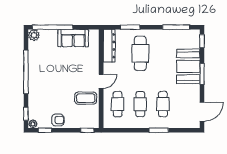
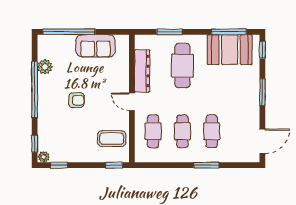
plant: (34, 35) -> (45, 67), moved
dresser: (109, 46) -> (142, 71), moved
booth: (188, 66) -> (230, 50), moved, turned 90
door: (101, 81) -> (132, 102), swing flipped
coffee table: (86, 98) -> (112, 139), moved
armchair: (58, 120) -> (76, 100), moved

